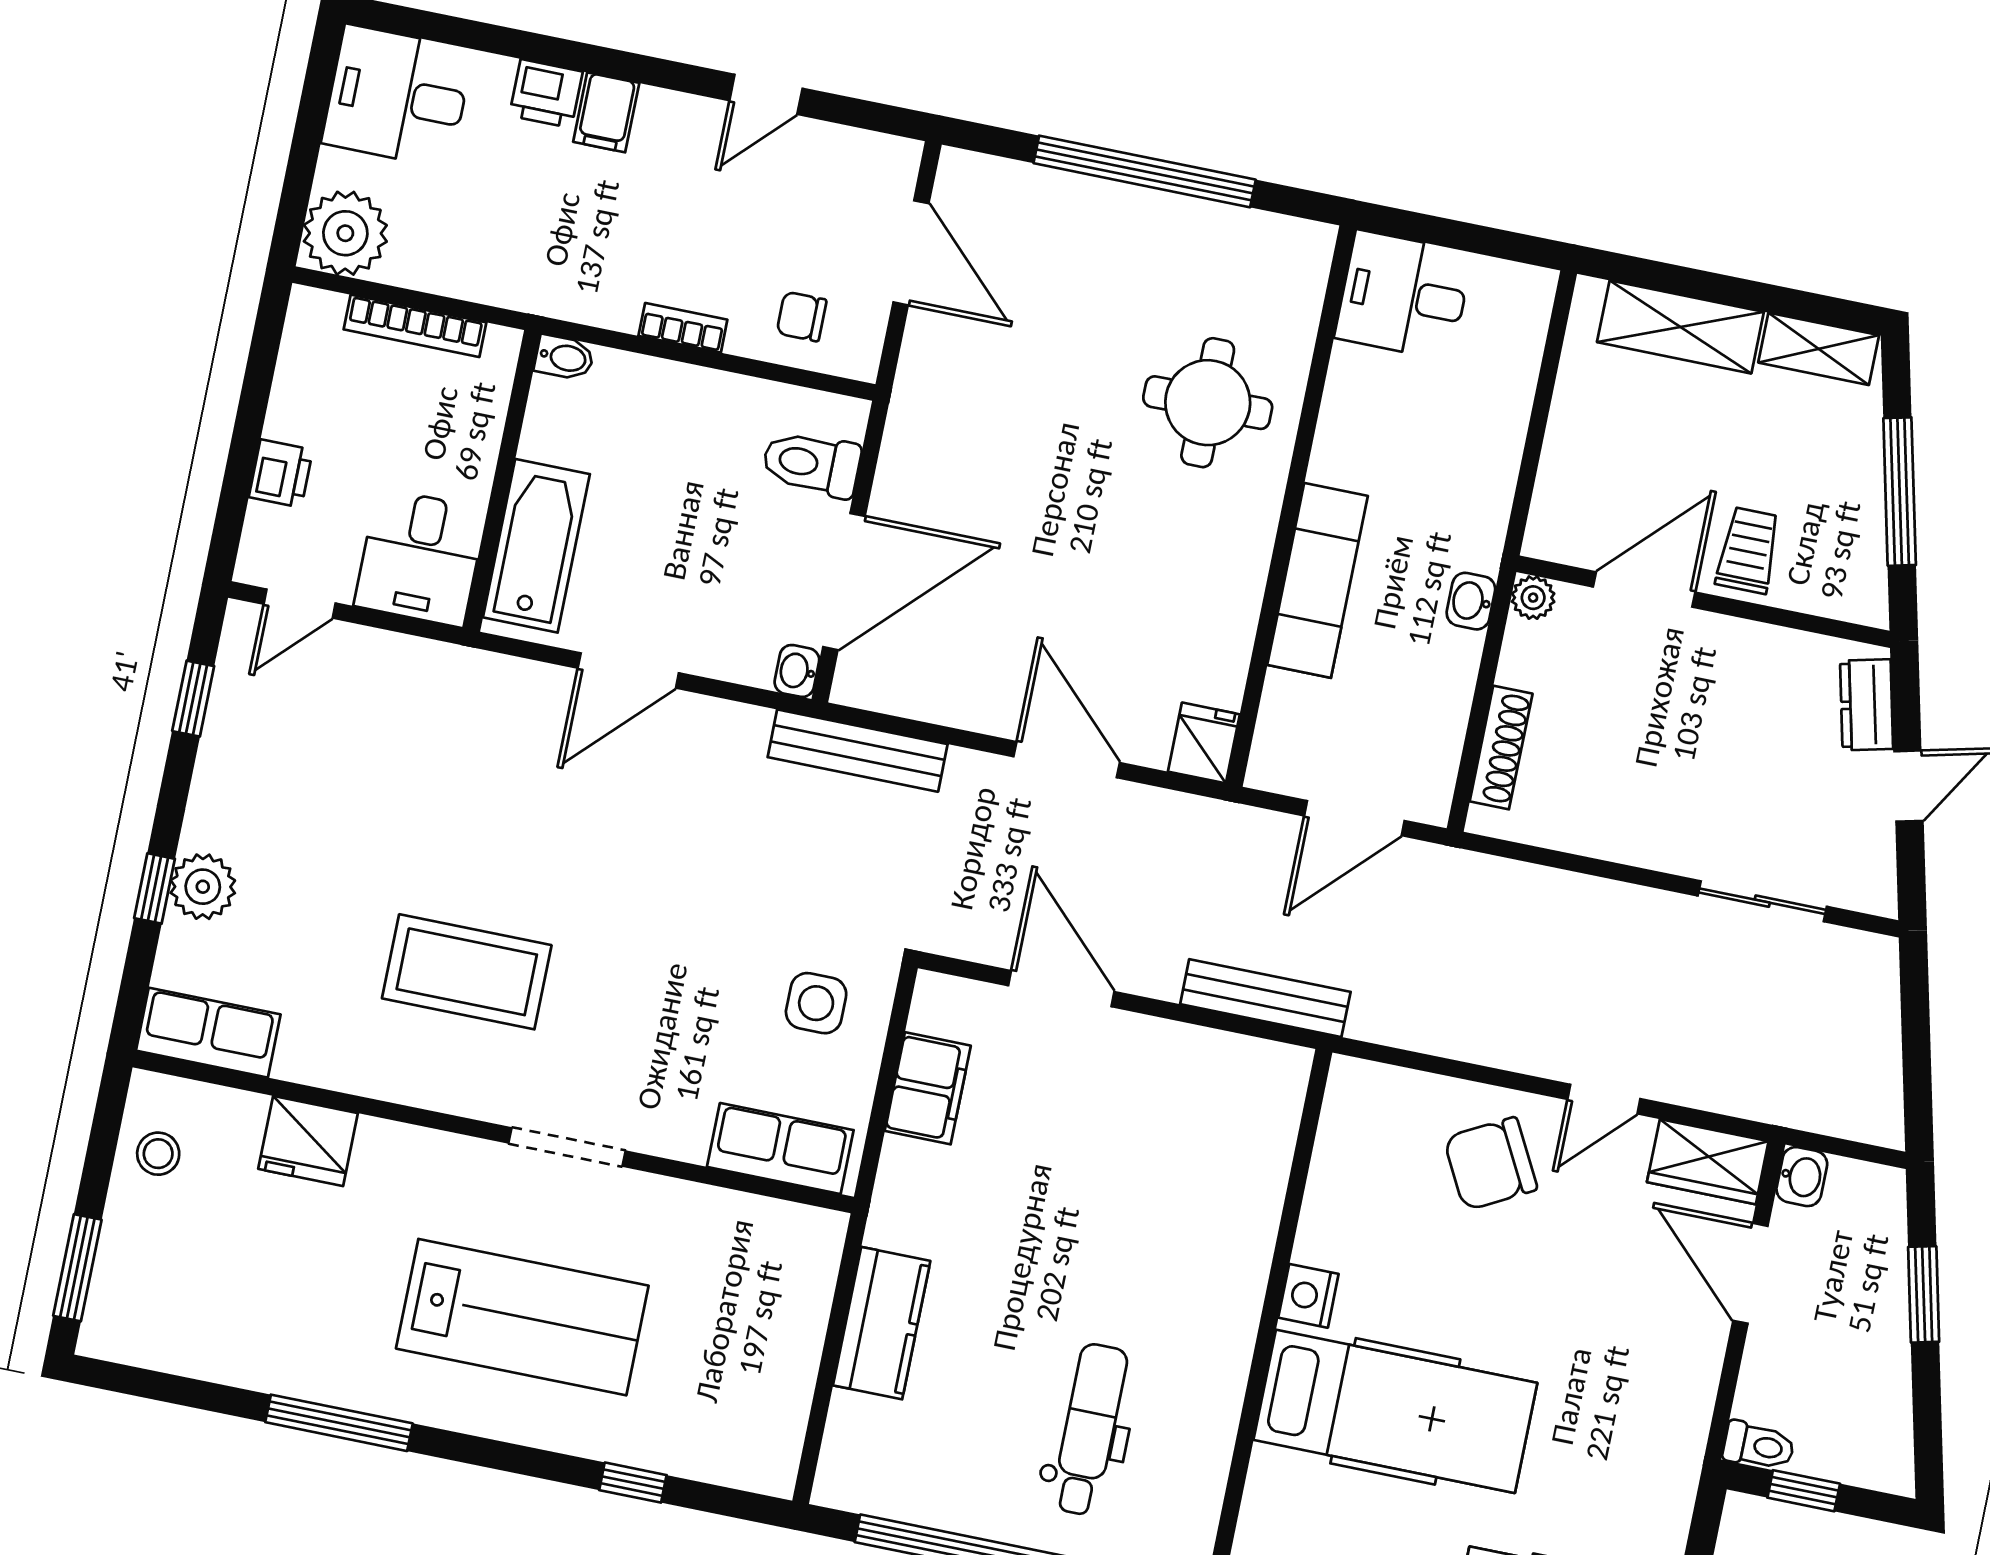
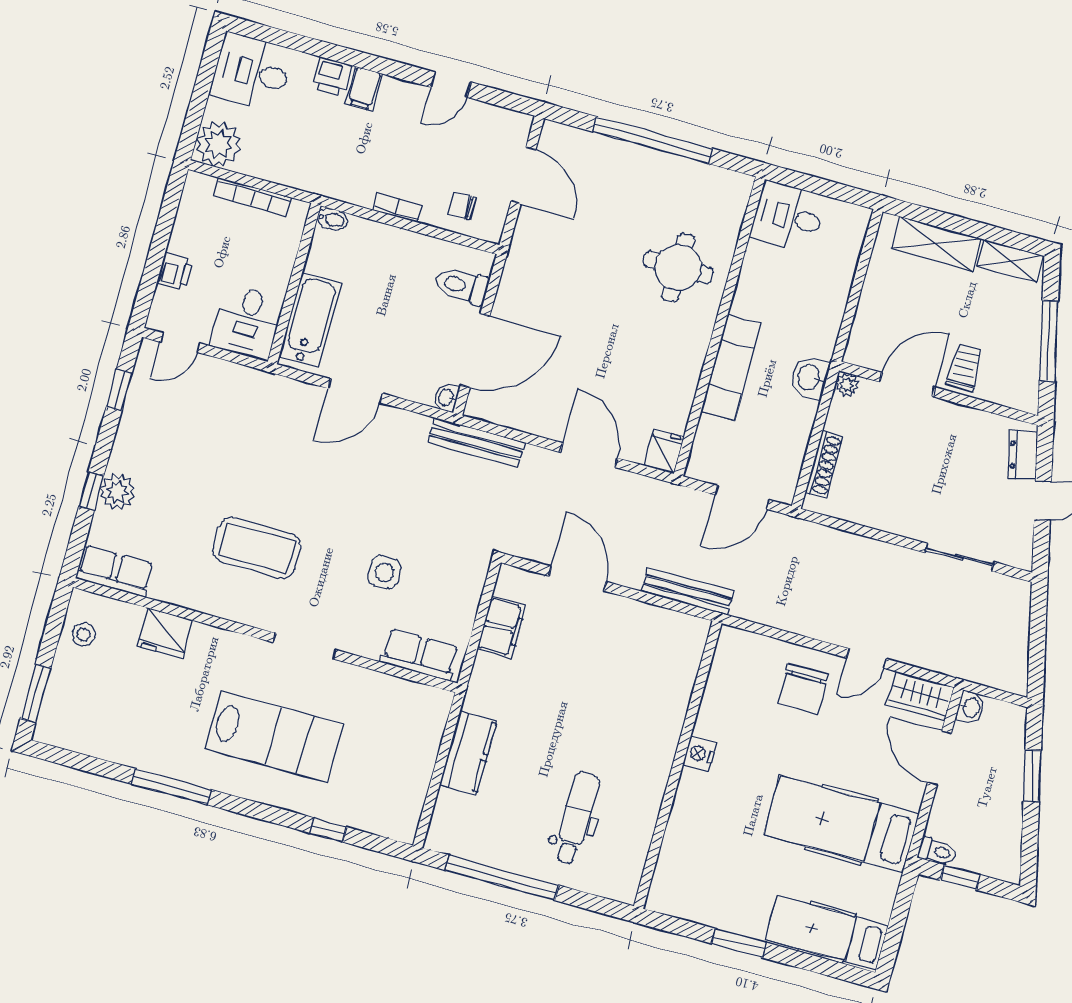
washbasin: (1471, 601) -> (810, 378), width x1.38, depth x1.45
side table: (816, 1003) -> (384, 572), moved
chair: (1490, 1164) -> (803, 689), turned -62
hospital bed: (1395, 1411) -> (841, 824), moved, turned 180

